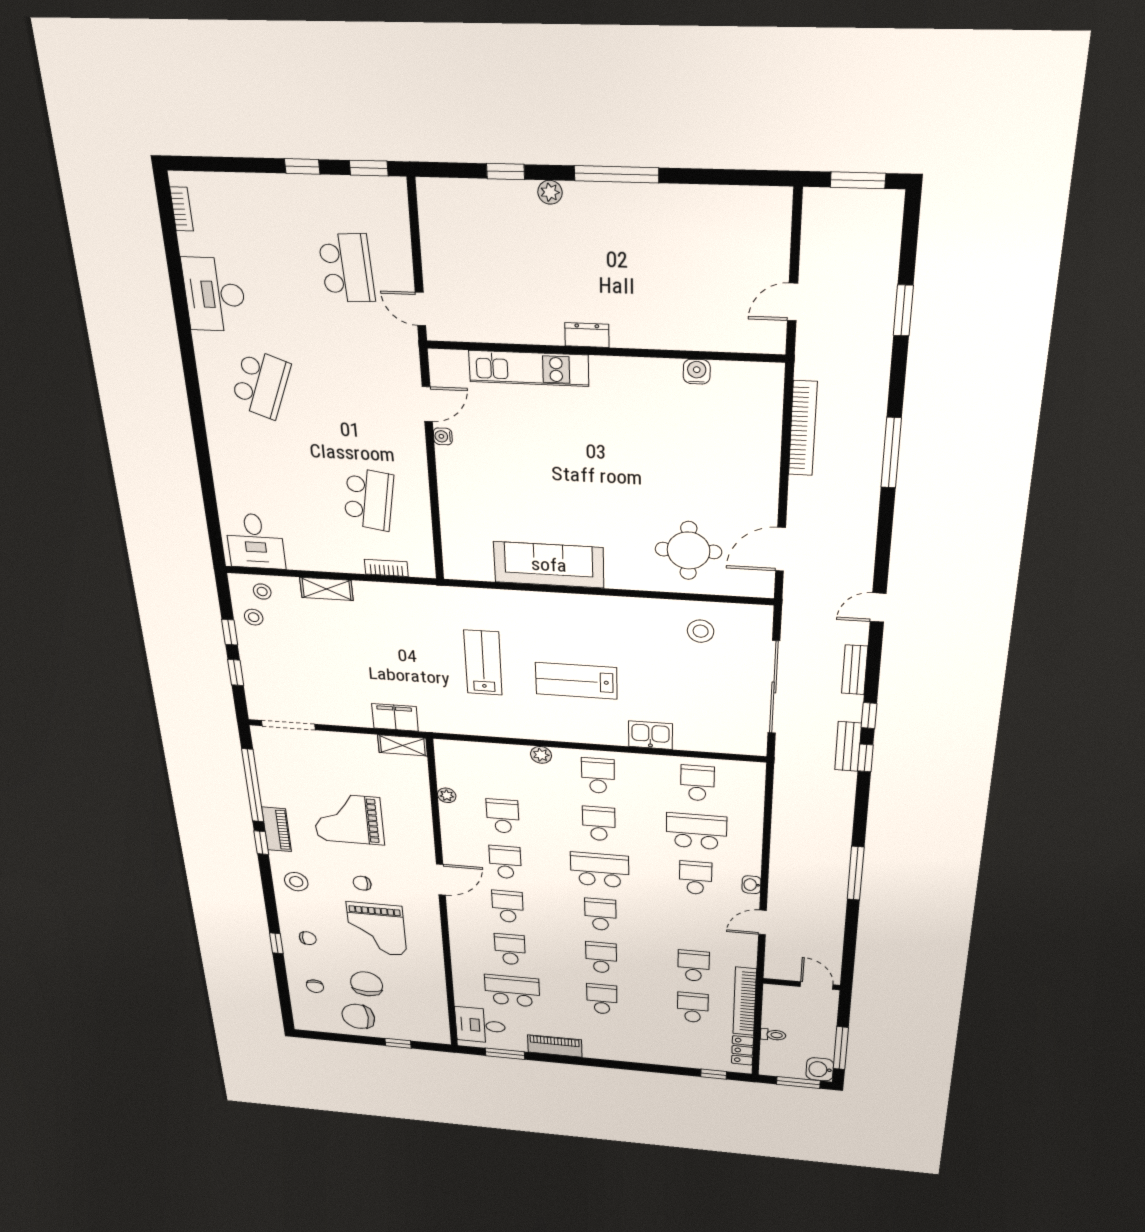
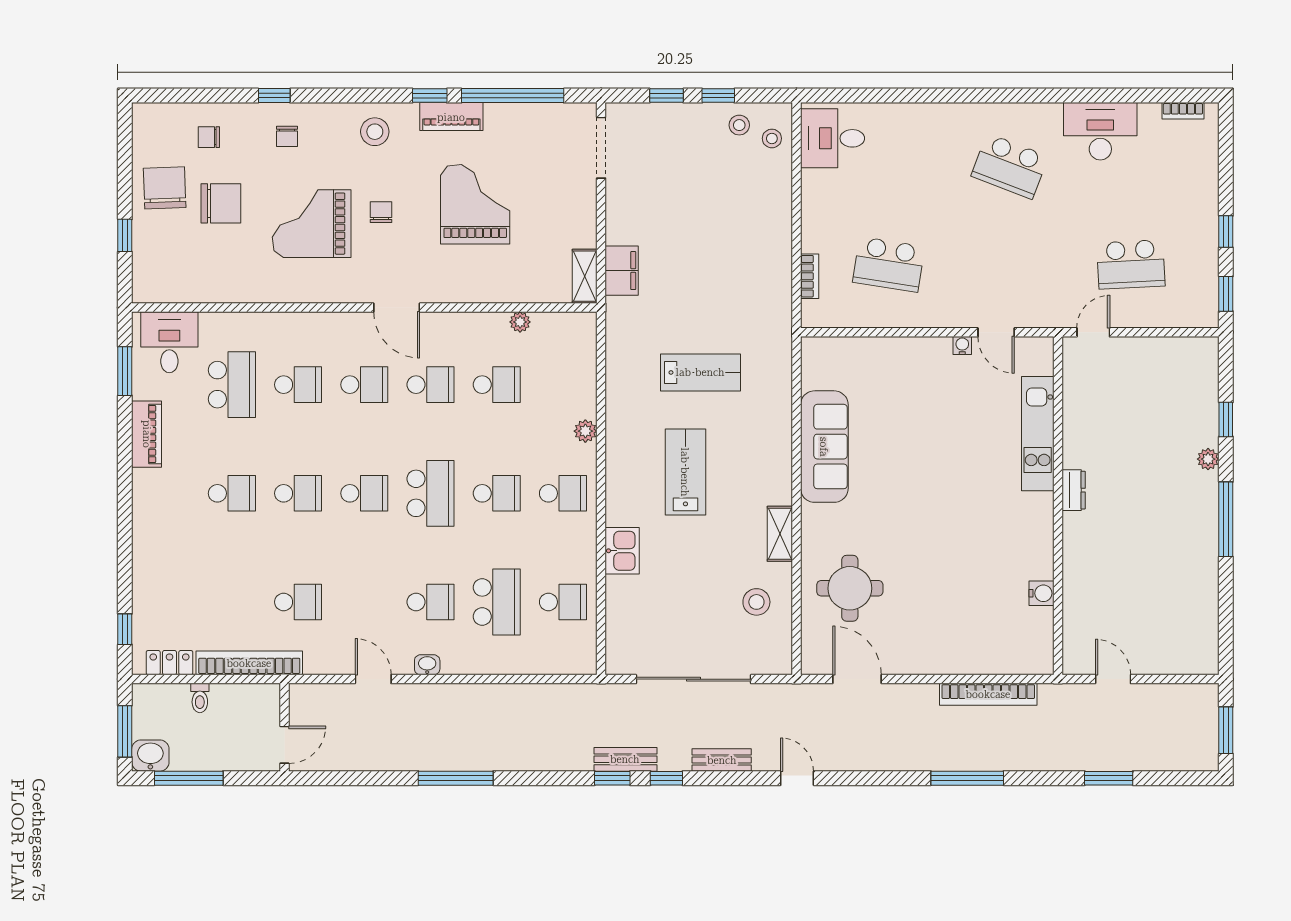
shelving: (326, 589) -> (780, 534), moved
school desk: (693, 1008) -> (232, 602), removed

